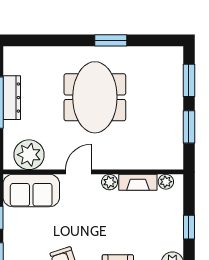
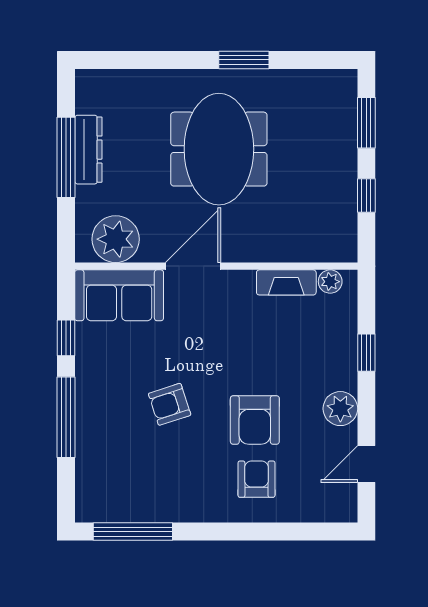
window: (189, 127) -> (366, 196), width x0.67
door: (78, 172) -> (193, 266), width x1.38
plant: (110, 182) -> (242, 282), removed

